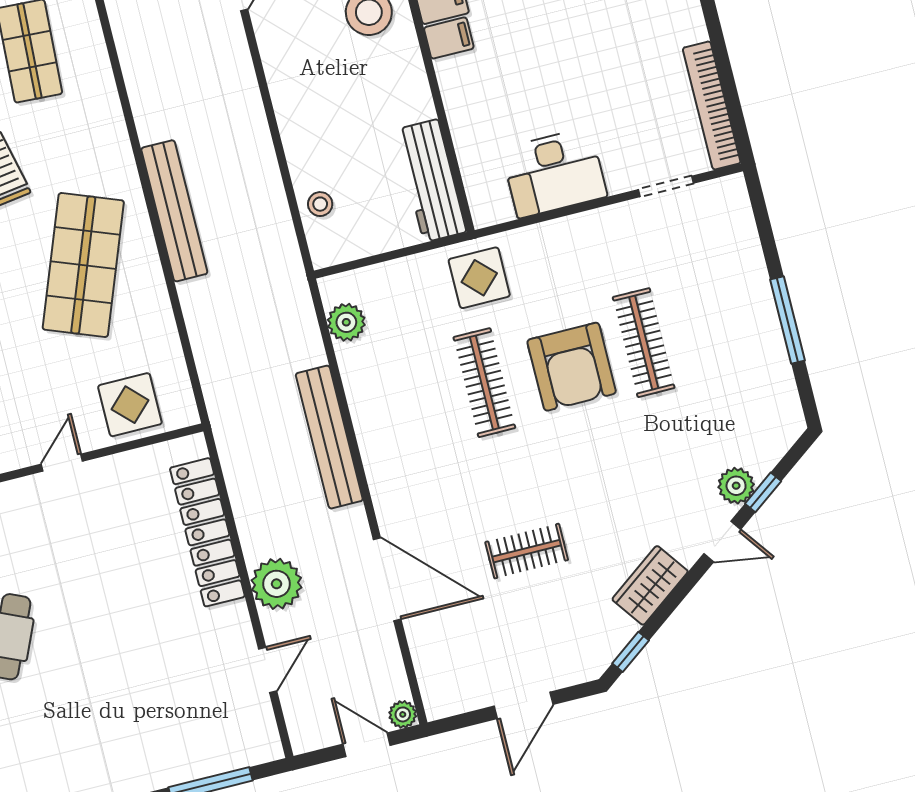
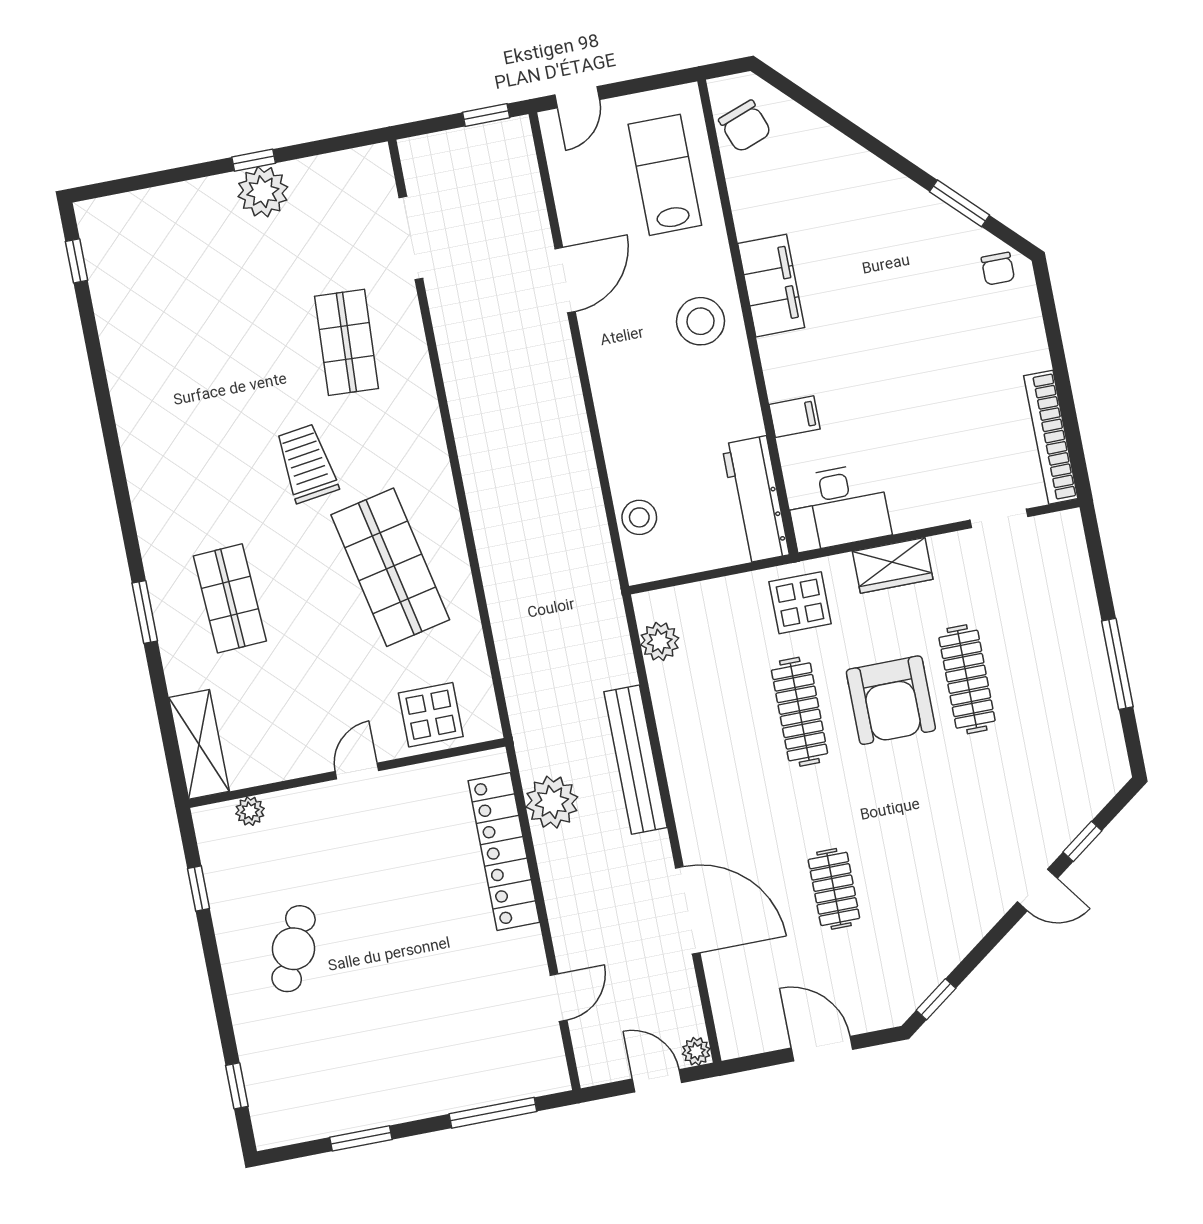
filing cabinet: (449, 38) -> (795, 417), moved
desk: (554, 173) -> (838, 507), moved
stool: (320, 204) -> (639, 517), width x1.37, depth x1.37
bench: (174, 211) -> (488, 516), removed
shop shelf: (83, 265) -> (390, 567), turned -33
plant: (736, 486) -> (1055, 833), removed
clothes rail: (527, 551) -> (834, 889), turned 90
plant: (277, 584) -> (552, 802), moved
wardrobe: (650, 585) -> (893, 565), moved, turned -144
door: (524, 705) -> (822, 1049), swing flipped

